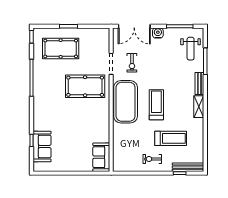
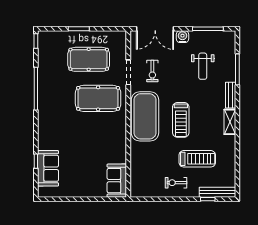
pool table: (61, 48) -> (89, 59), moved
weight bench: (191, 49) -> (203, 66), moved
treadmill: (156, 105) -> (181, 120), turned 180

